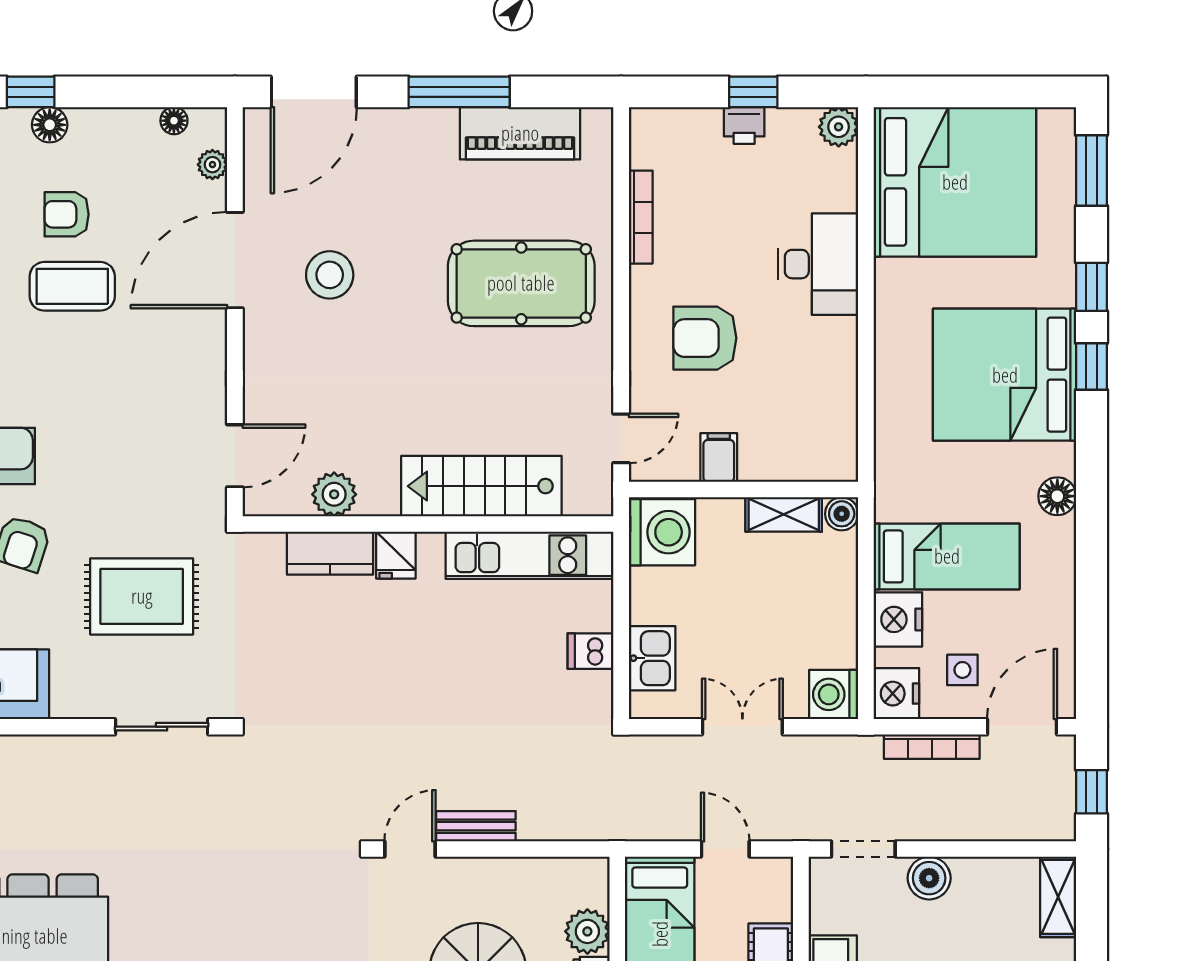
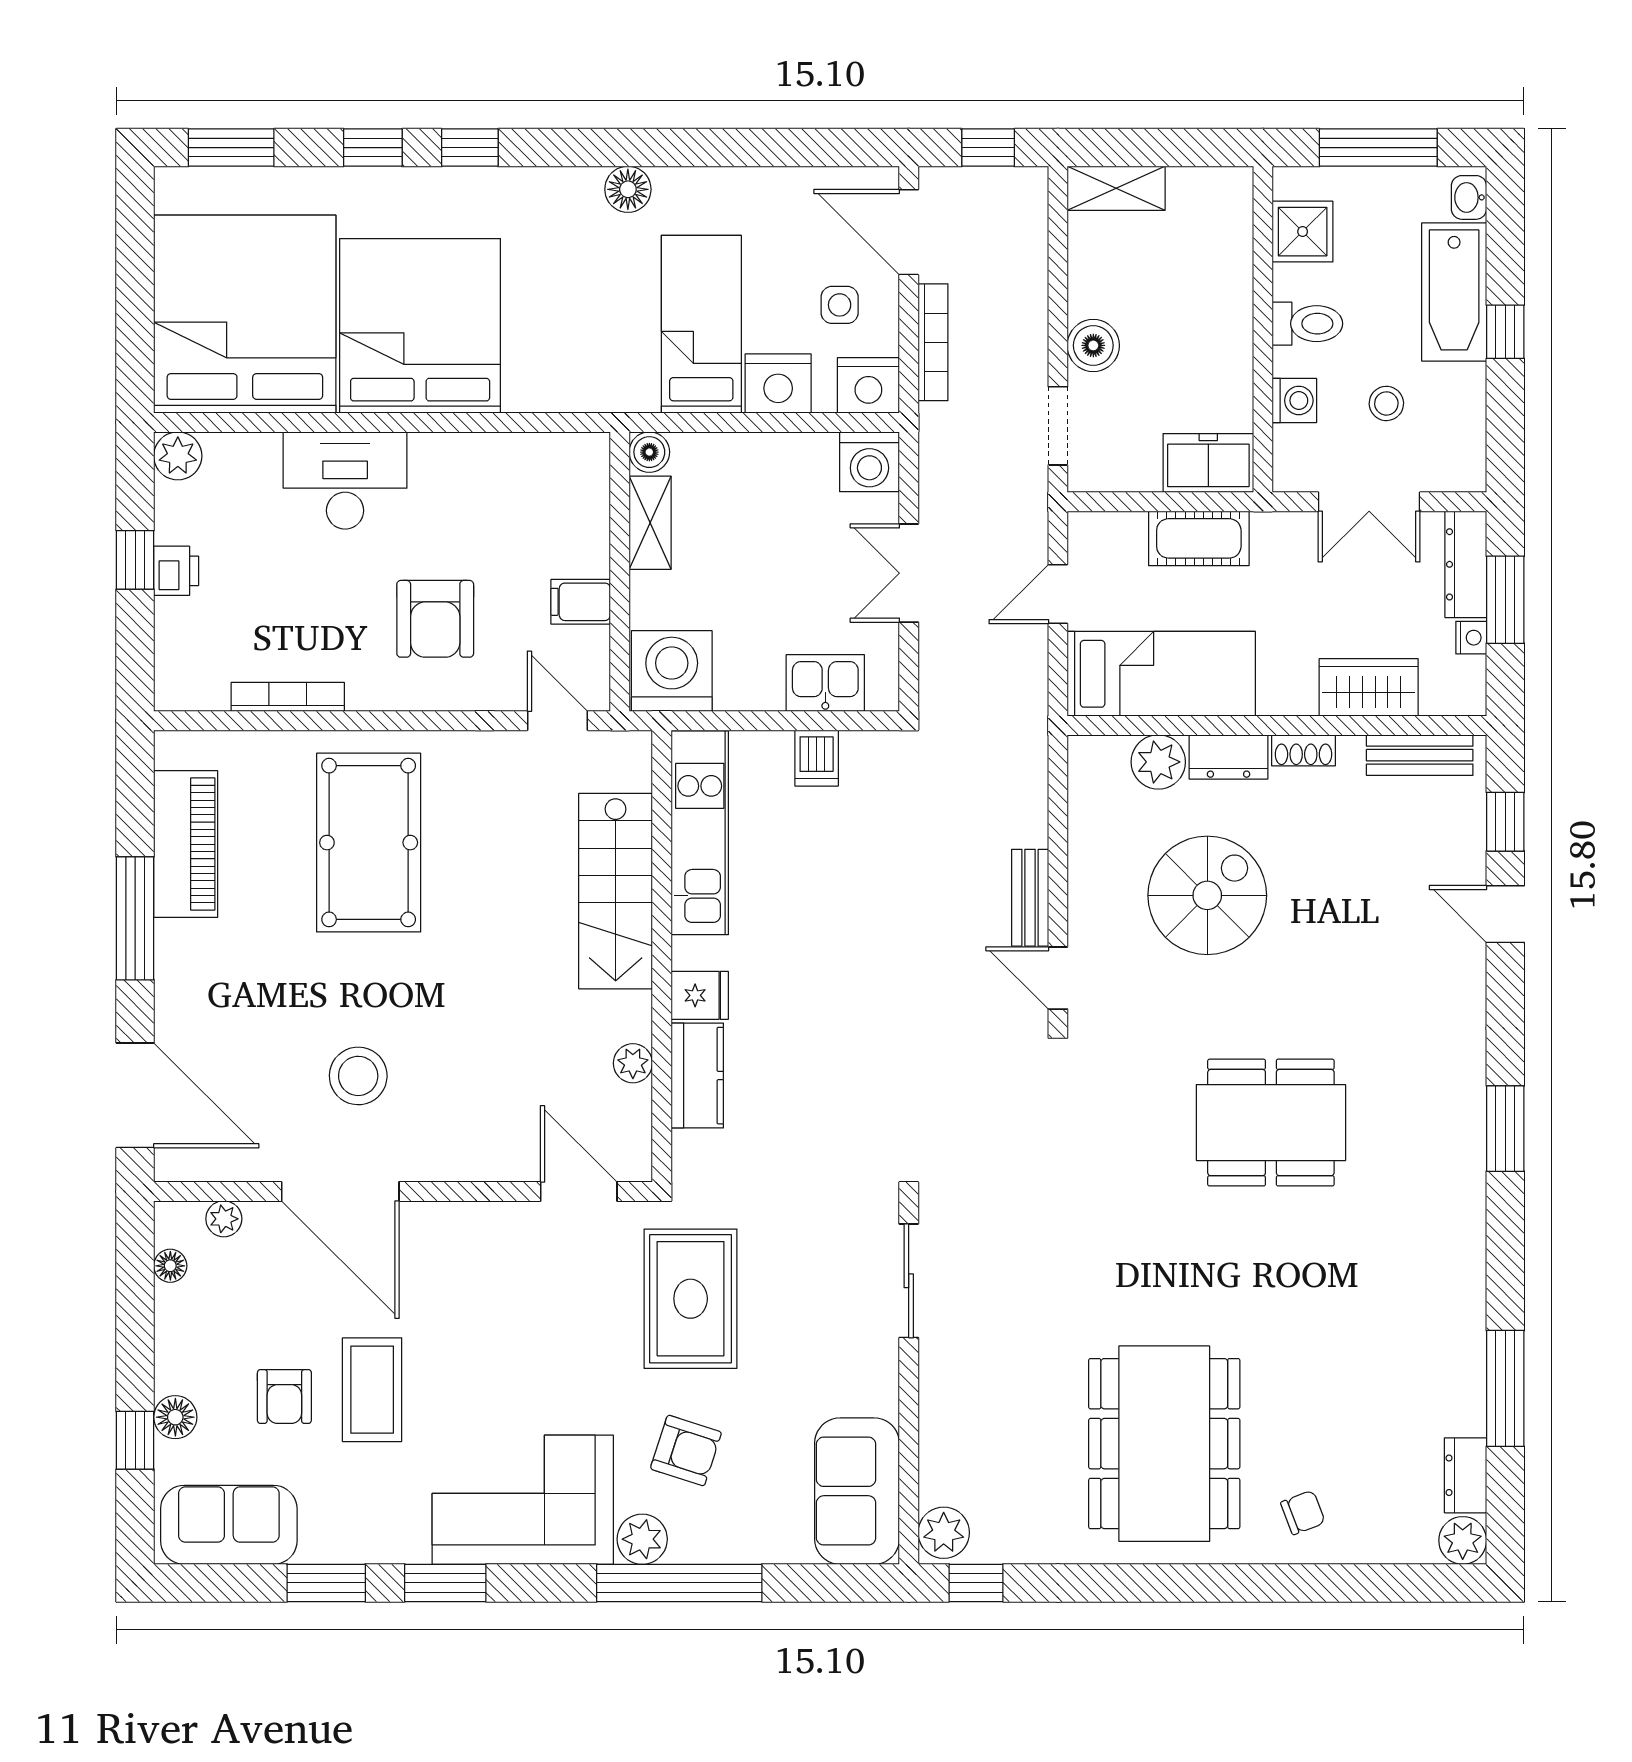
bed: (1005, 375) -> (420, 326), moved, turned 180
plant: (334, 494) -> (633, 1063), width x0.73, depth x0.73
rug: (142, 596) -> (691, 1299), moved

